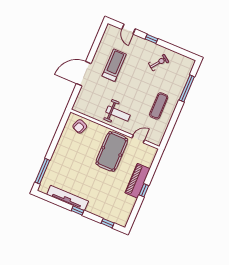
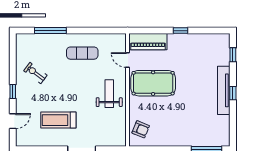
piano: (138, 181) -> (148, 42), moved
tv unit: (68, 198) -> (224, 90), moved

